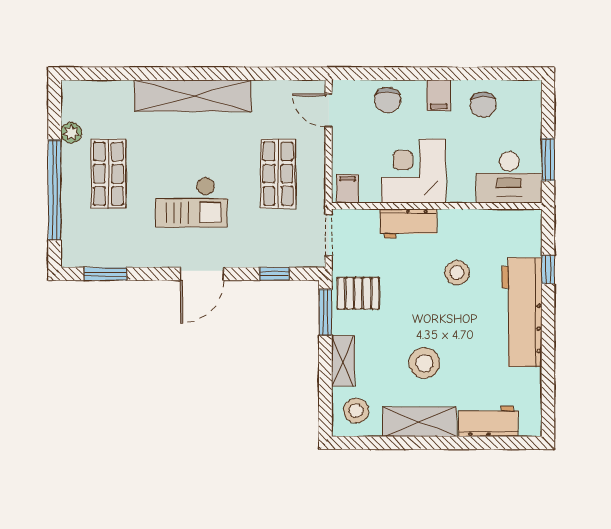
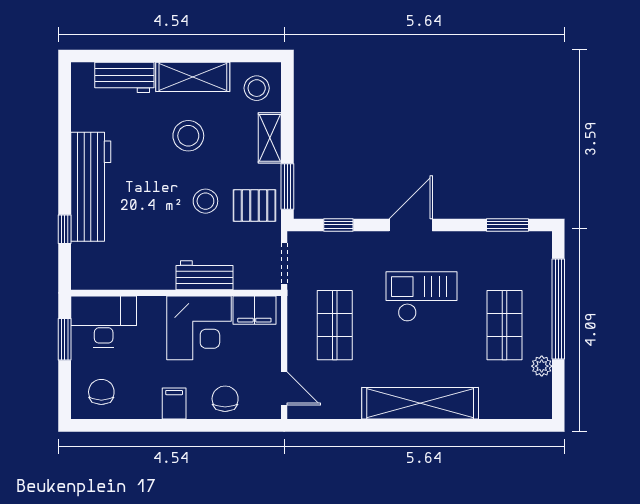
chair: (483, 105) -> (101, 392), moved
filing cabinet: (348, 189) -> (254, 310), width x2.00
stool: (457, 273) -> (205, 201), moved

